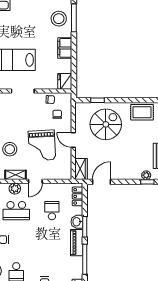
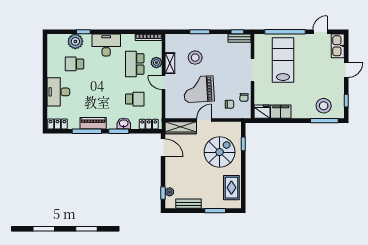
filing cabinet: (65, 48) -> (281, 112), moved
spiral stairs: (106, 124) -> (220, 152), turned -90
wardrobe: (81, 169) -> (181, 128), width x1.50
piano: (77, 243) -> (93, 123), moved

